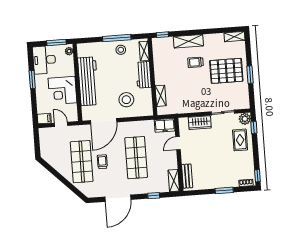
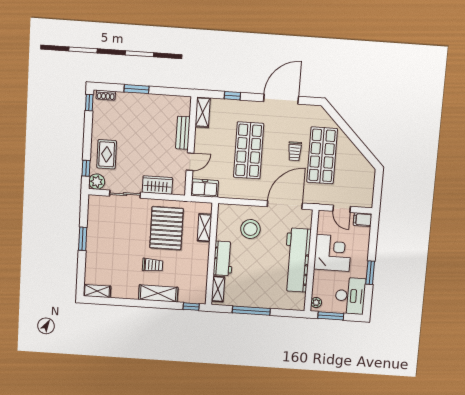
stool: (121, 50) -> (248, 295), removed
pallet: (226, 71) -> (167, 228), moved, turned 90
bench: (187, 176) -> (183, 133), moved

